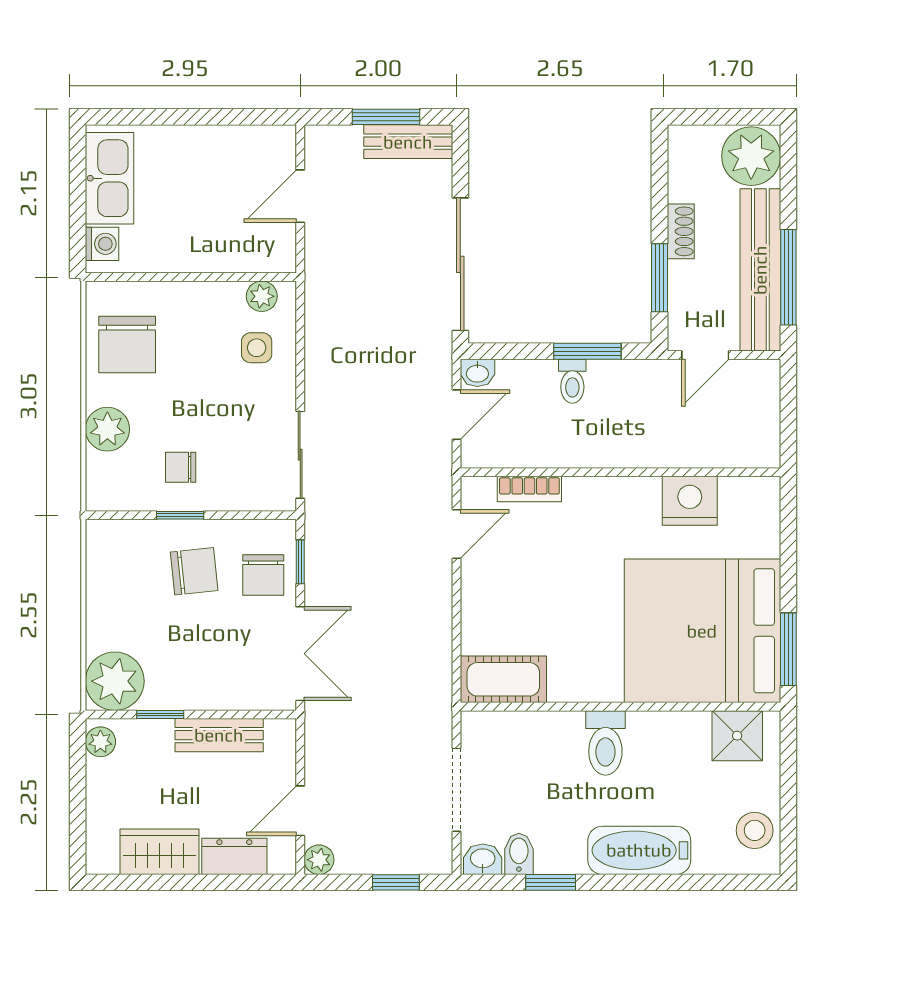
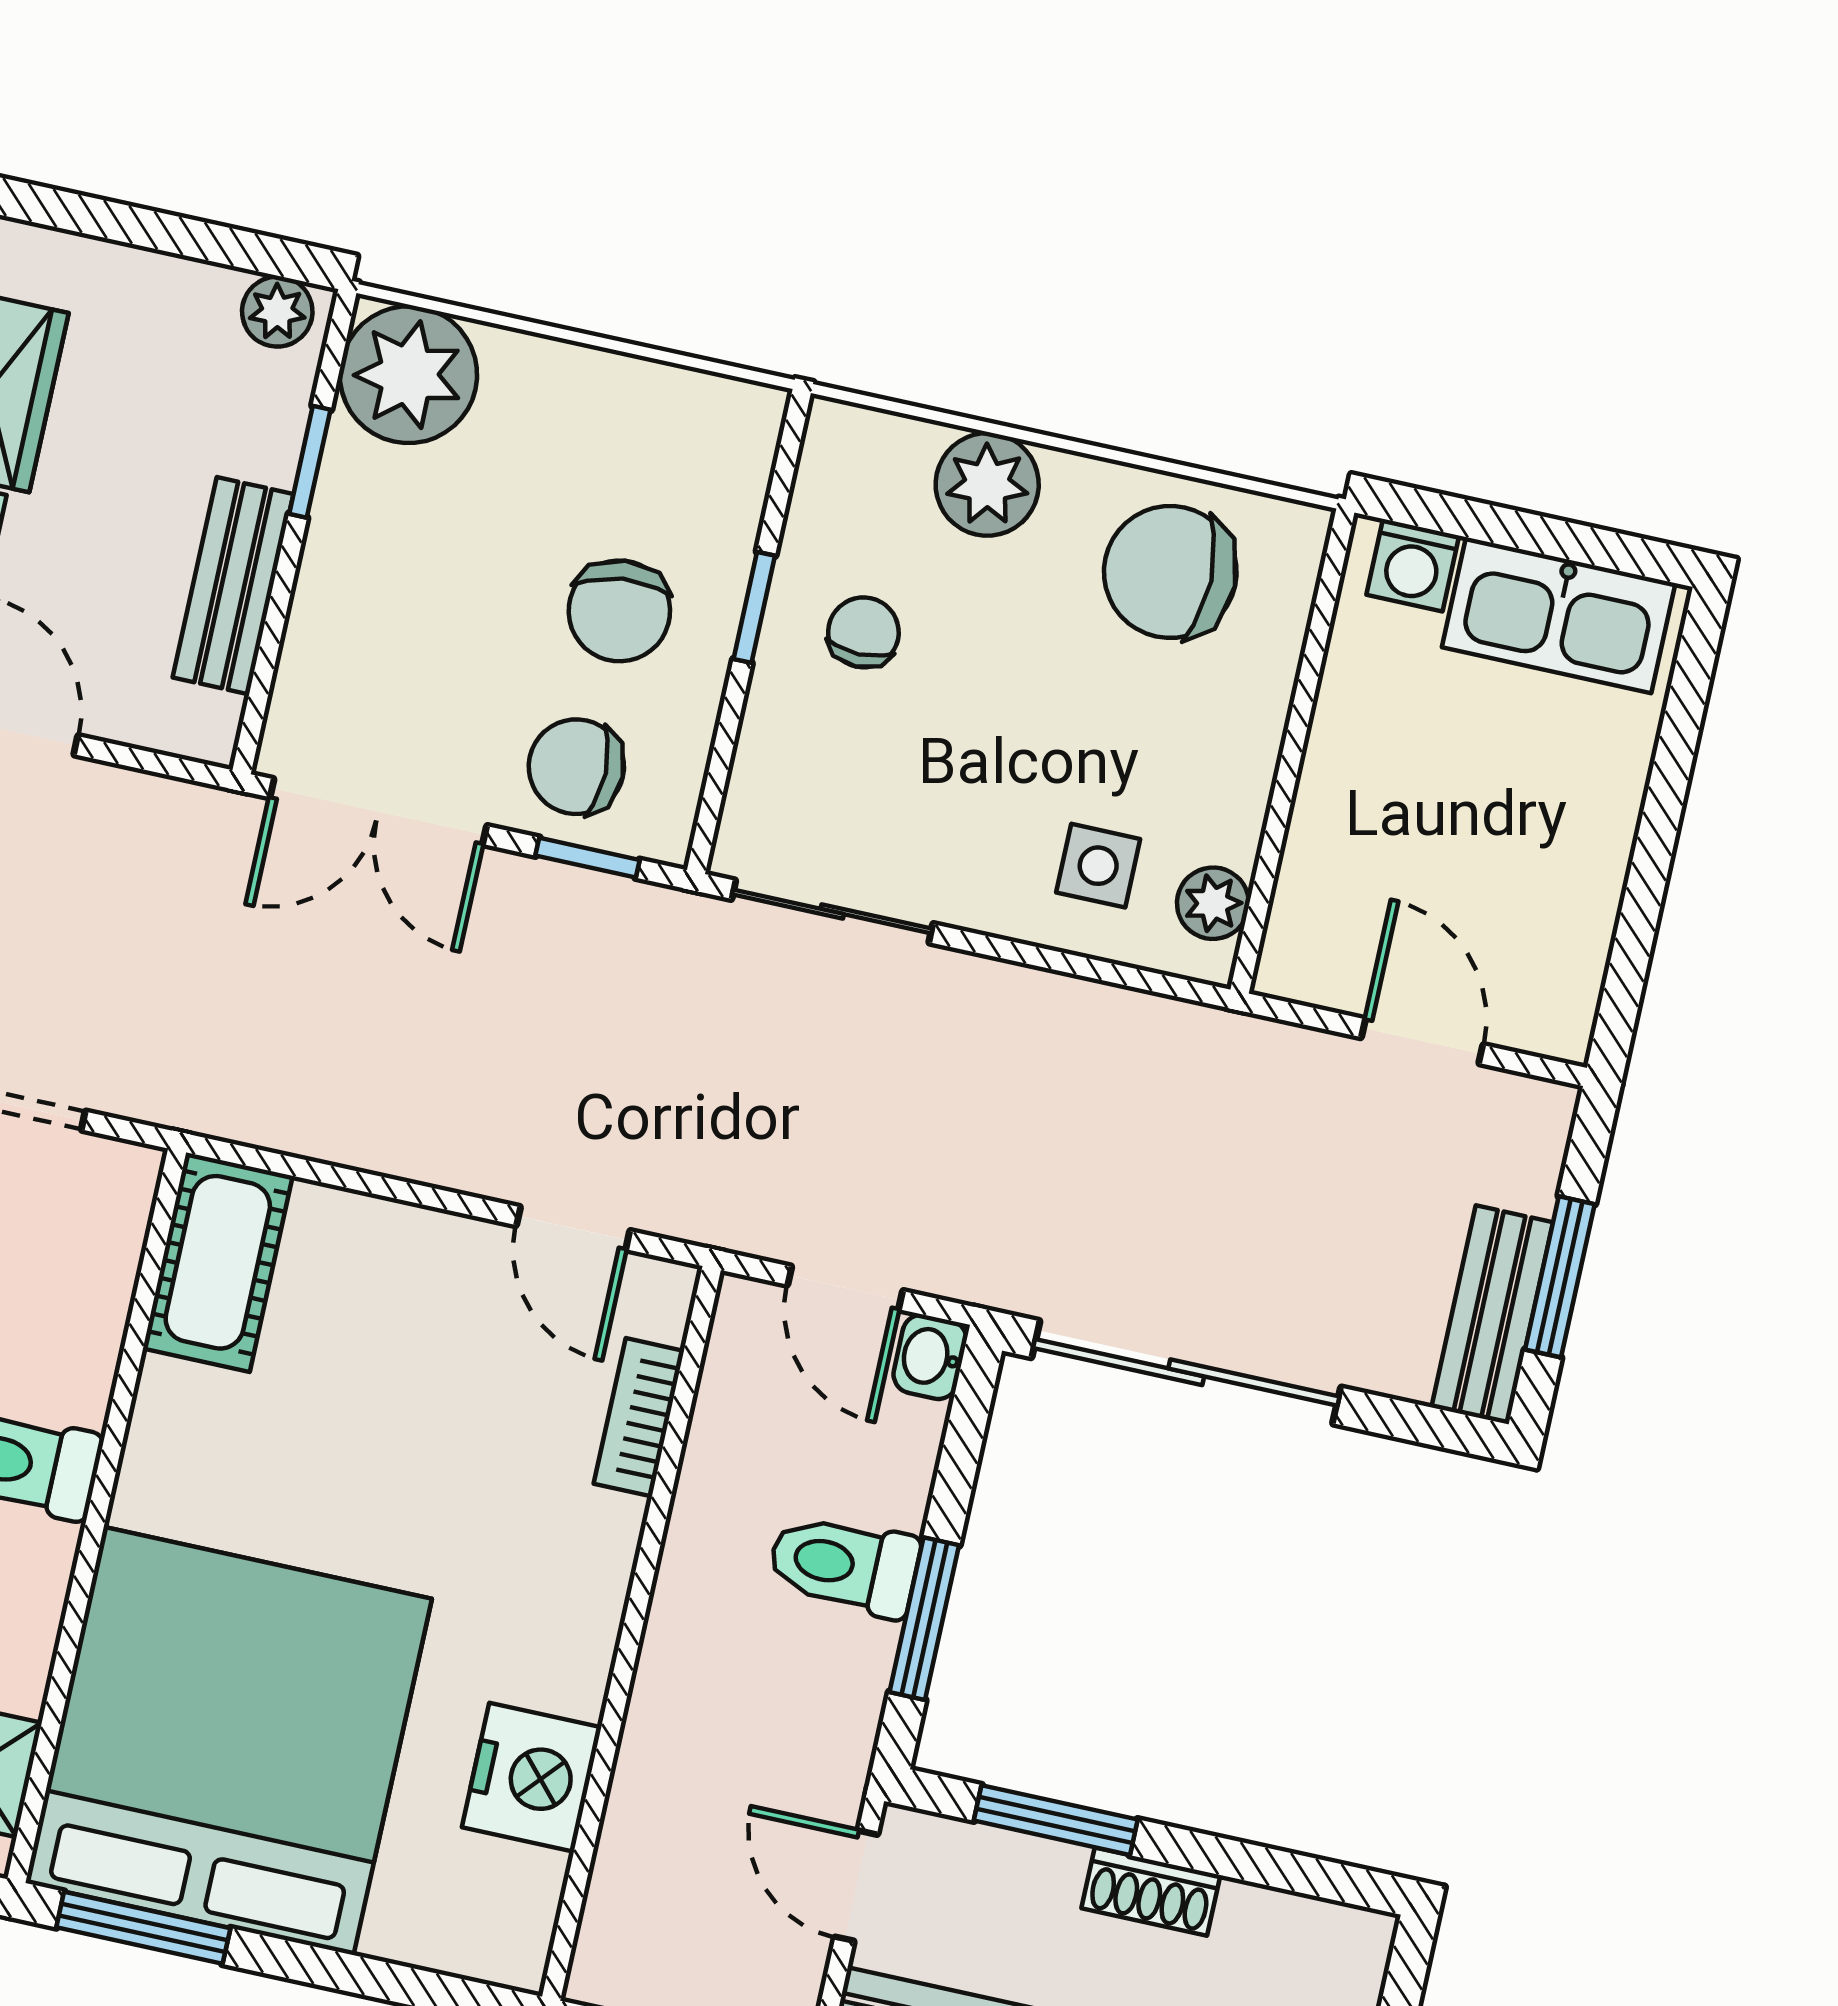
toilet: (572, 381) -> (844, 1565), width x1.37, depth x1.39

